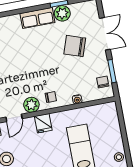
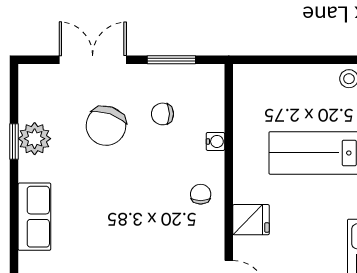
row of seats: (37, 18) -> (34, 217), moved
chair: (103, 82) -> (162, 114), moved
plant: (31, 105) -> (209, 237), removed

